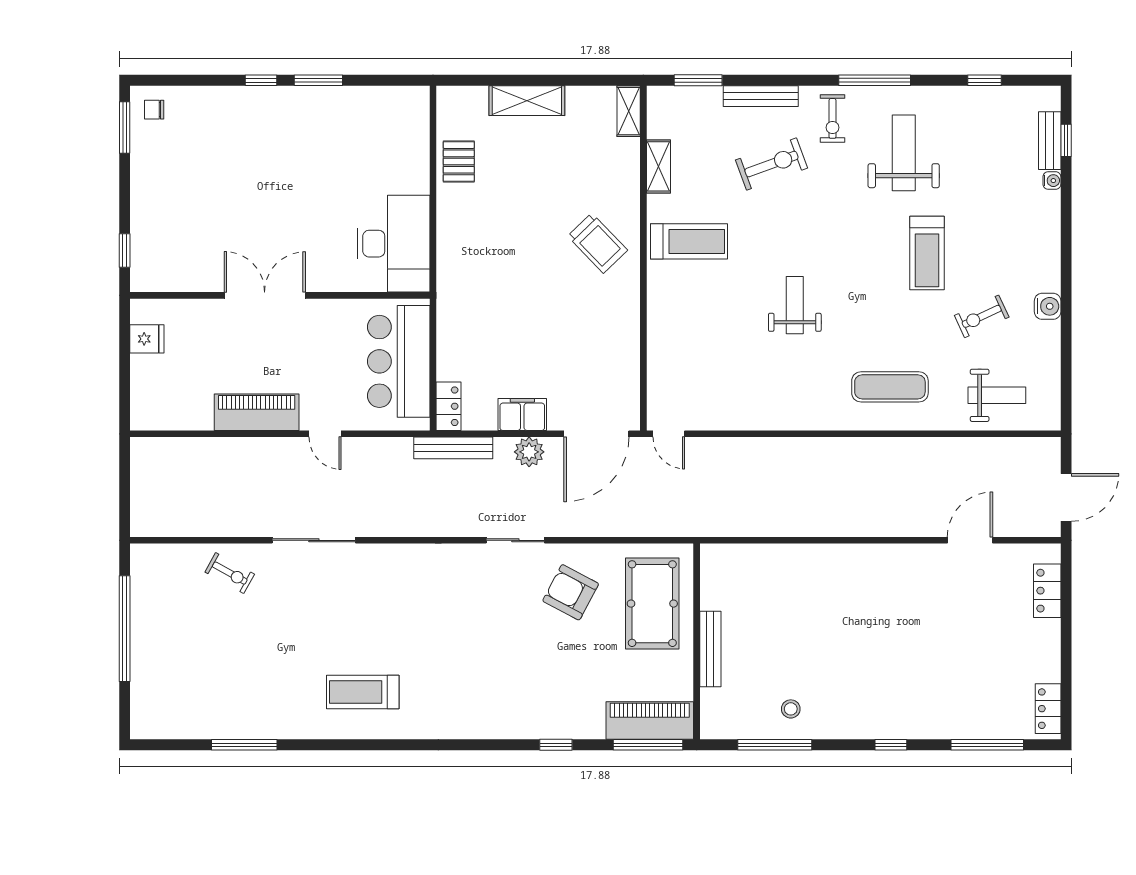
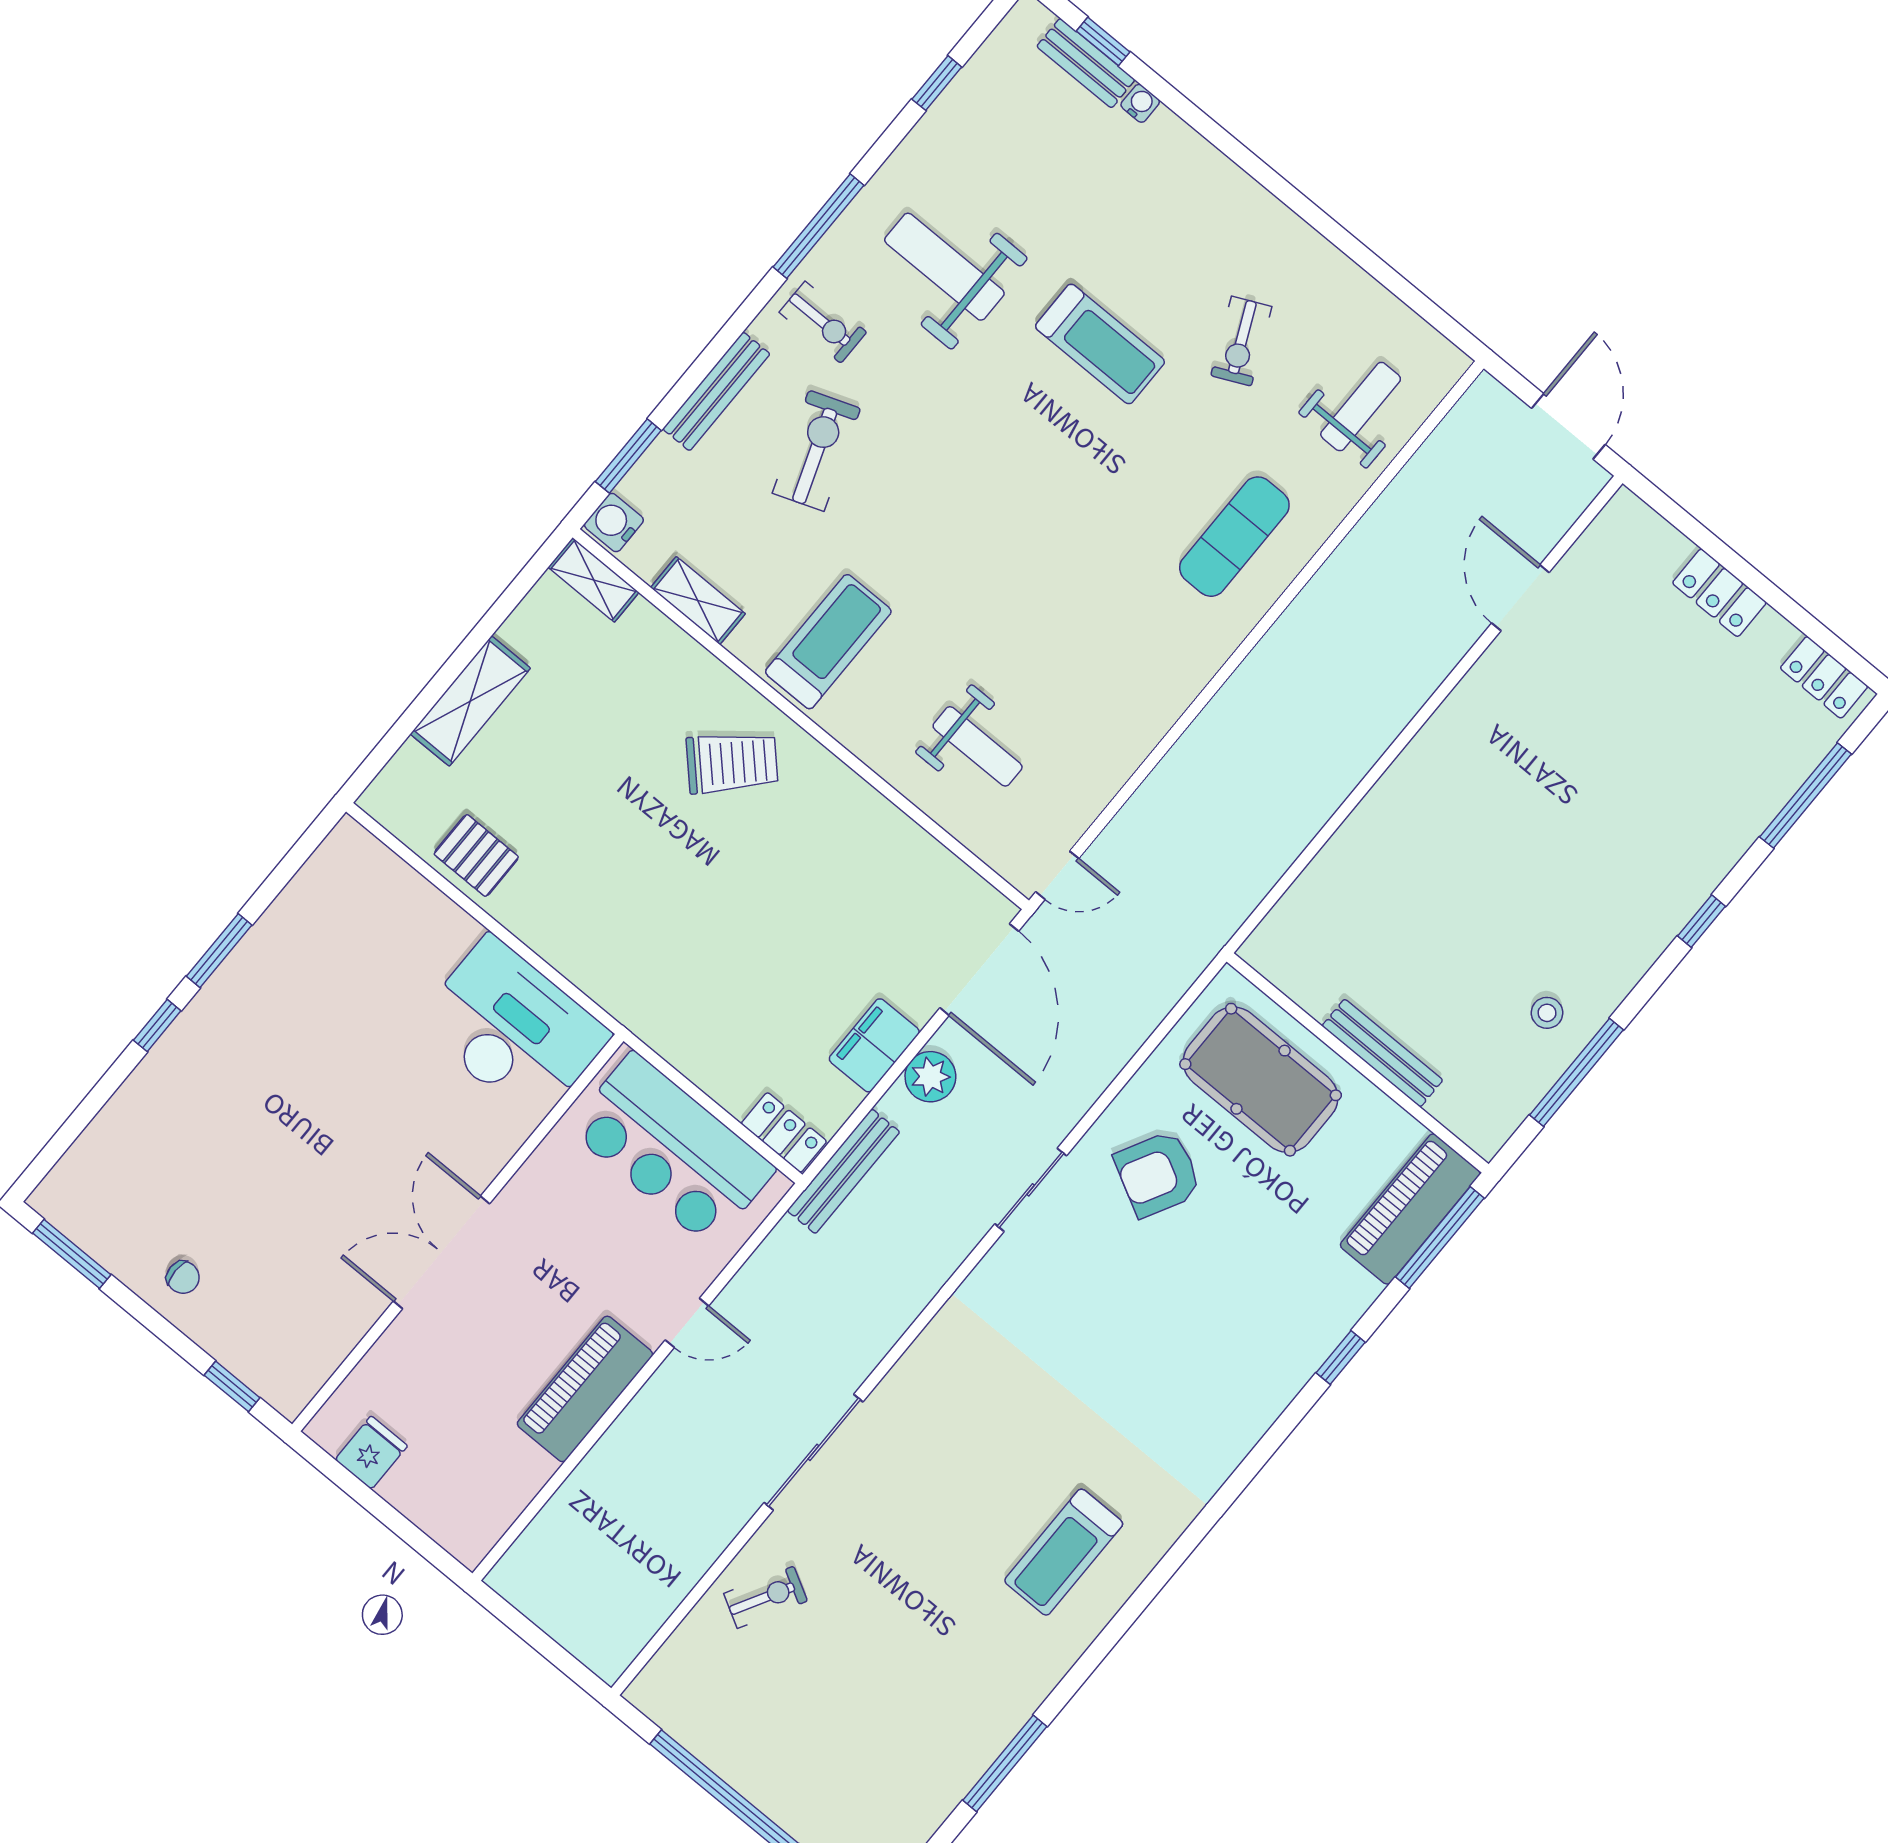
chair: (154, 110) -> (183, 1277), moved, turned -90
weight bench: (795, 305) -> (978, 746), moved, turned 180
water cooler: (1048, 306) -> (614, 523), moved, turned -90
locker: (1047, 591) -> (1719, 593), moved

